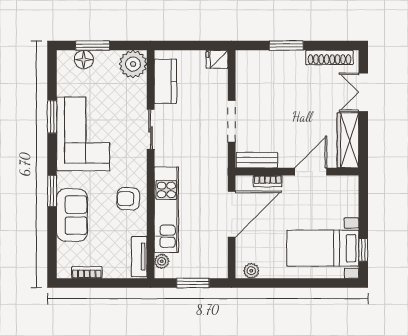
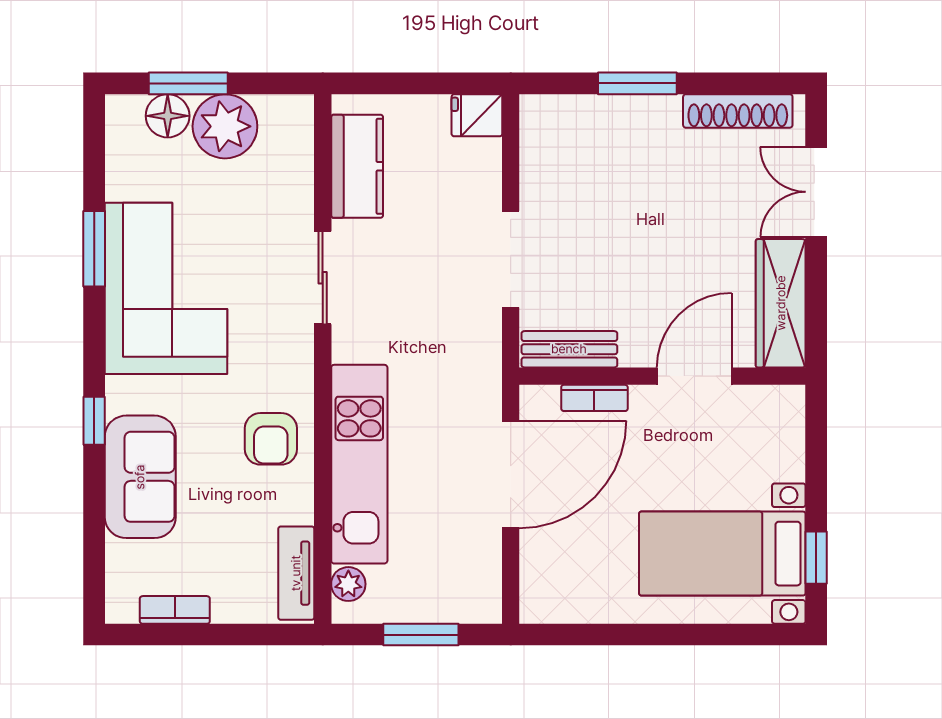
plant: (133, 64) -> (225, 126), moved
window: (52, 191) -> (94, 421), width x0.67
armchair: (128, 199) -> (271, 439), turned -92
plant: (251, 271) -> (556, 606), removed

